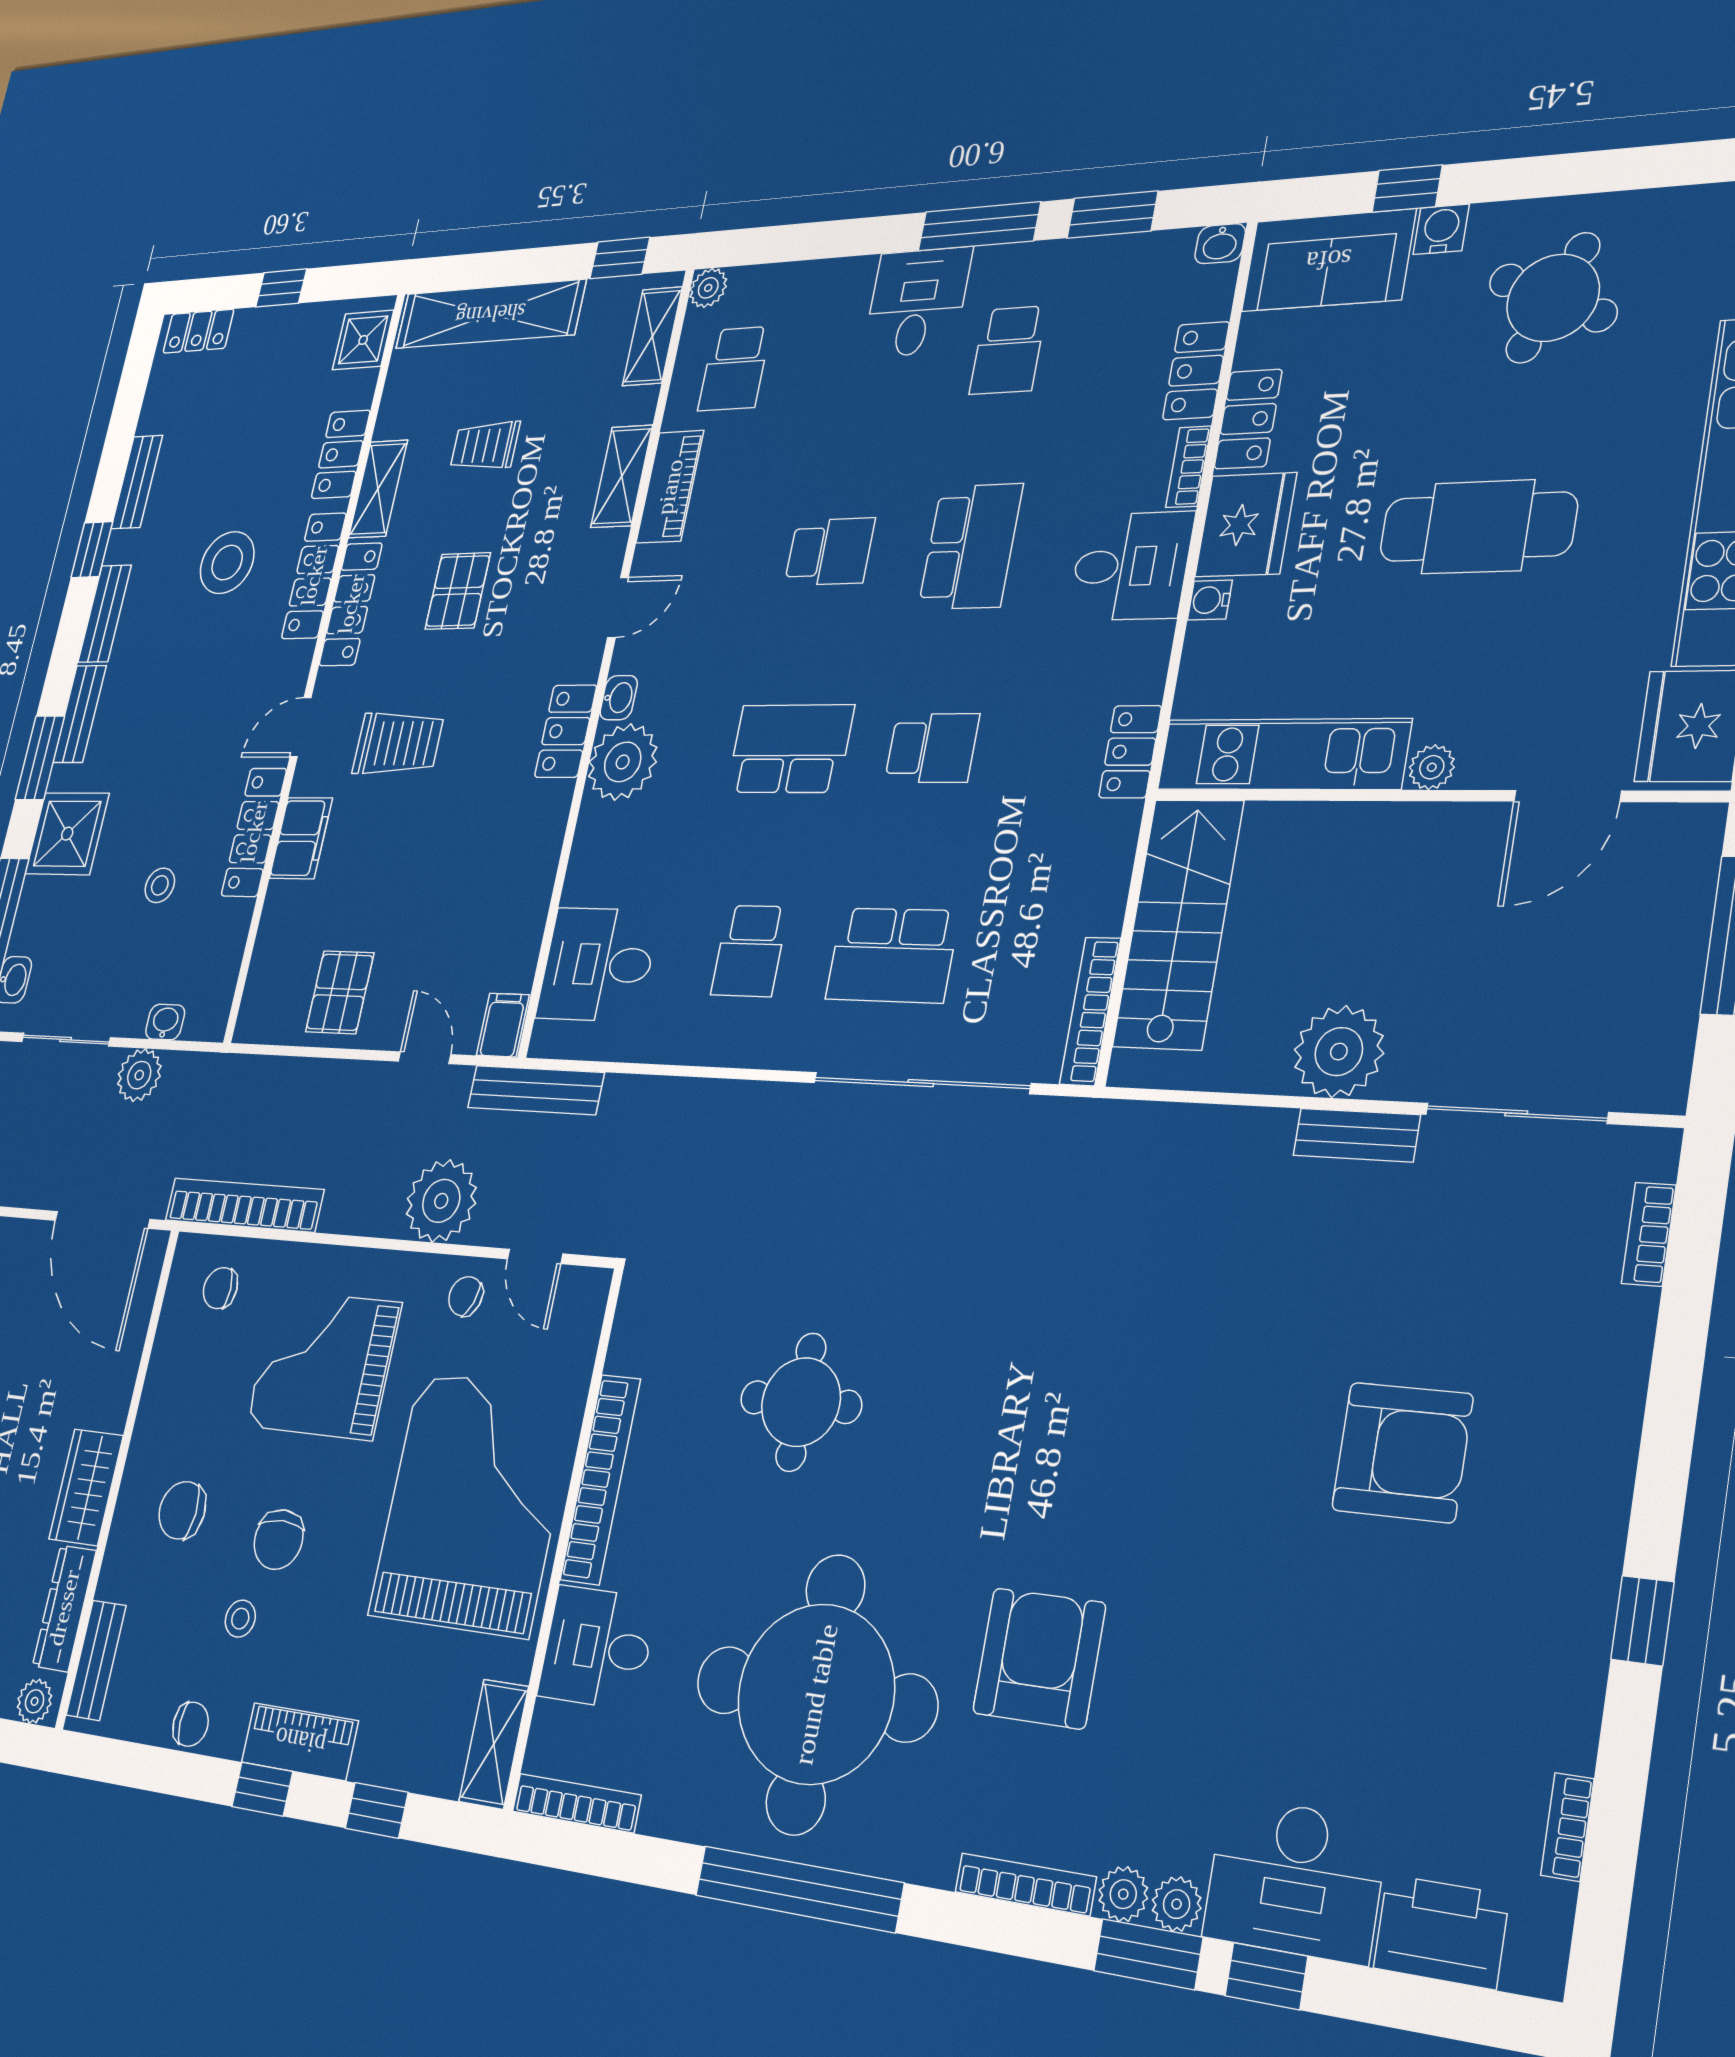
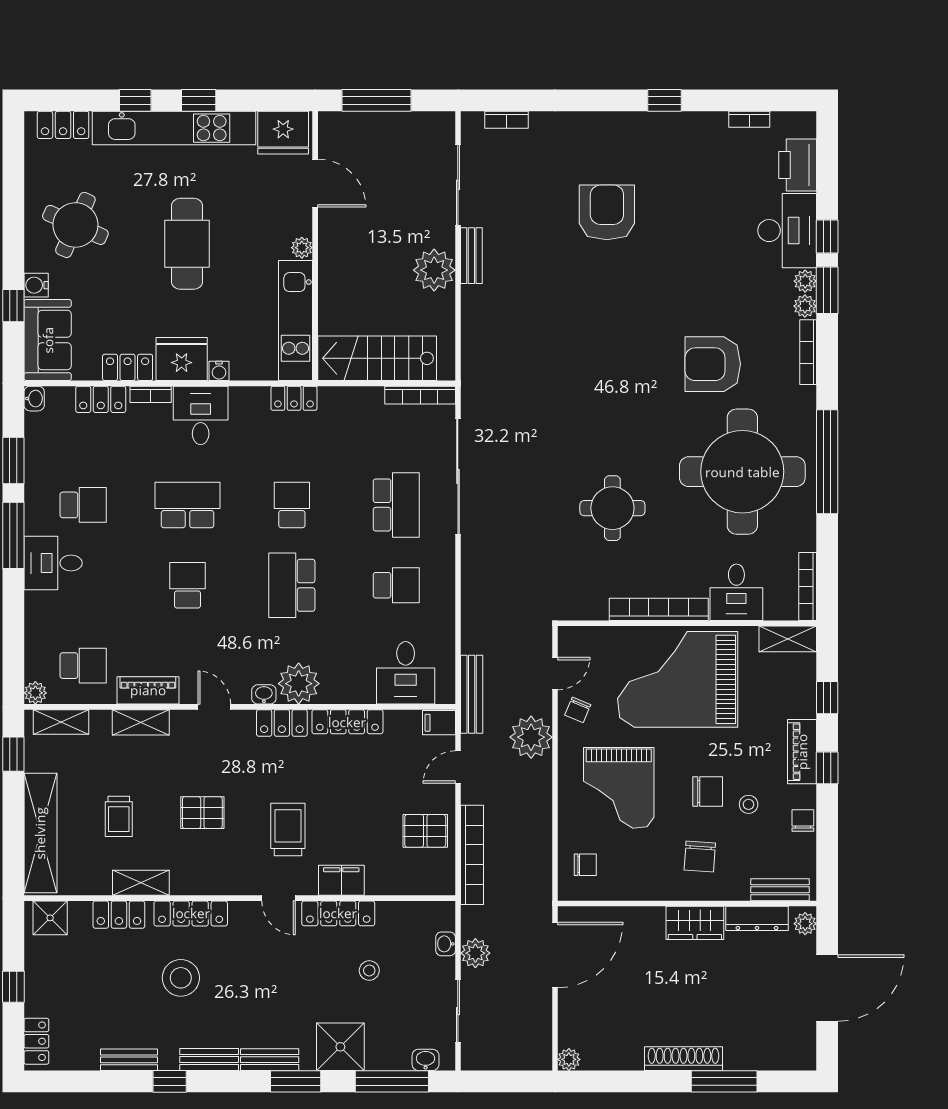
locker: (351, 604) -> (347, 722), moved, turned 180
bookcase: (244, 1205) -> (472, 855), moved, turned 180
chair: (220, 1288) -> (585, 865), turned -90

